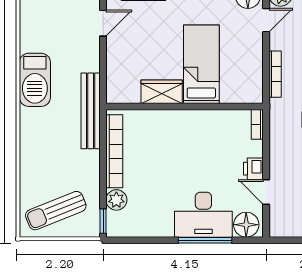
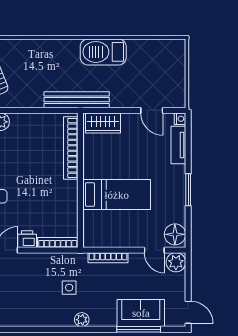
wardrobe: (162, 92) -> (103, 123), moved, turned 90
bookcase: (257, 124) -> (58, 242), width x1.56
bookcase: (114, 151) -> (71, 148), moved, turned 90

